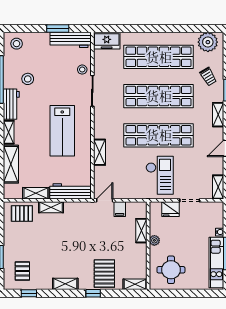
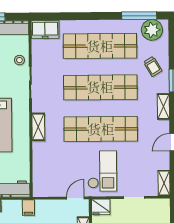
window: (196, 28) -> (139, 16), added
shelving: (100, 152) -> (38, 127), moved
door: (105, 200) -> (75, 198), moved
filing cabinet: (120, 209) -> (28, 208), moved
fridge: (171, 209) -> (101, 207), moved

